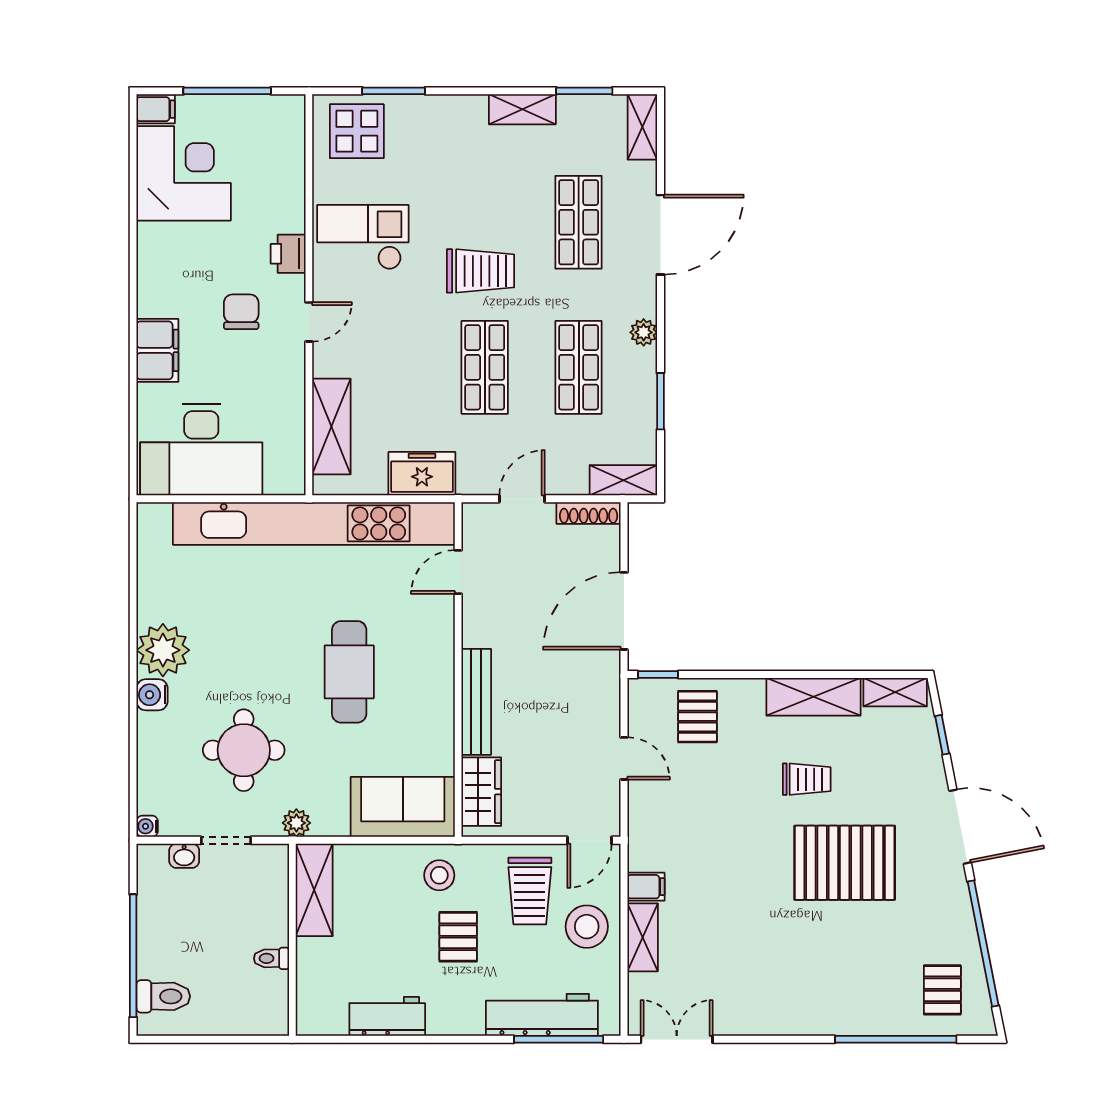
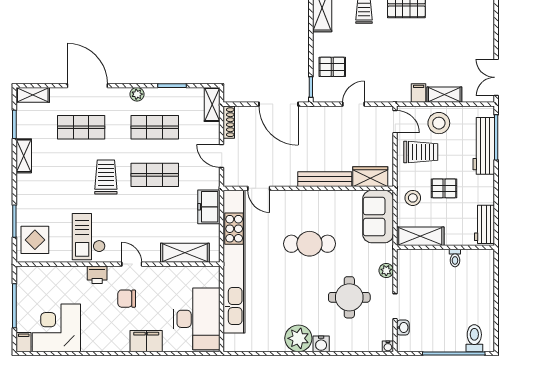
shelving: (314, 890) -> (420, 236), moved
wall: (292, 940) -> (446, 247), moved
toilet: (271, 958) -> (455, 258), moved

